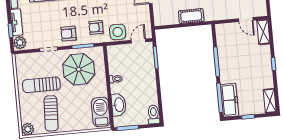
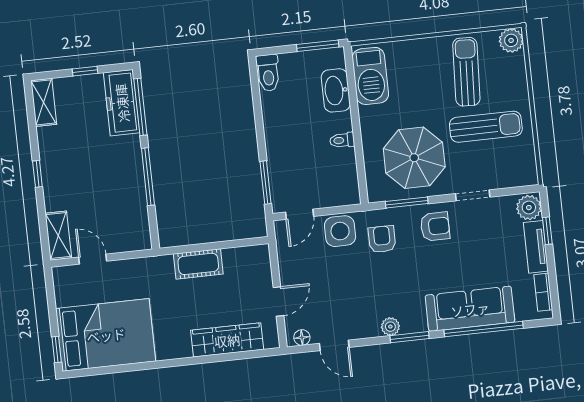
armchair: (96, 27) -> (382, 239), turned -90

